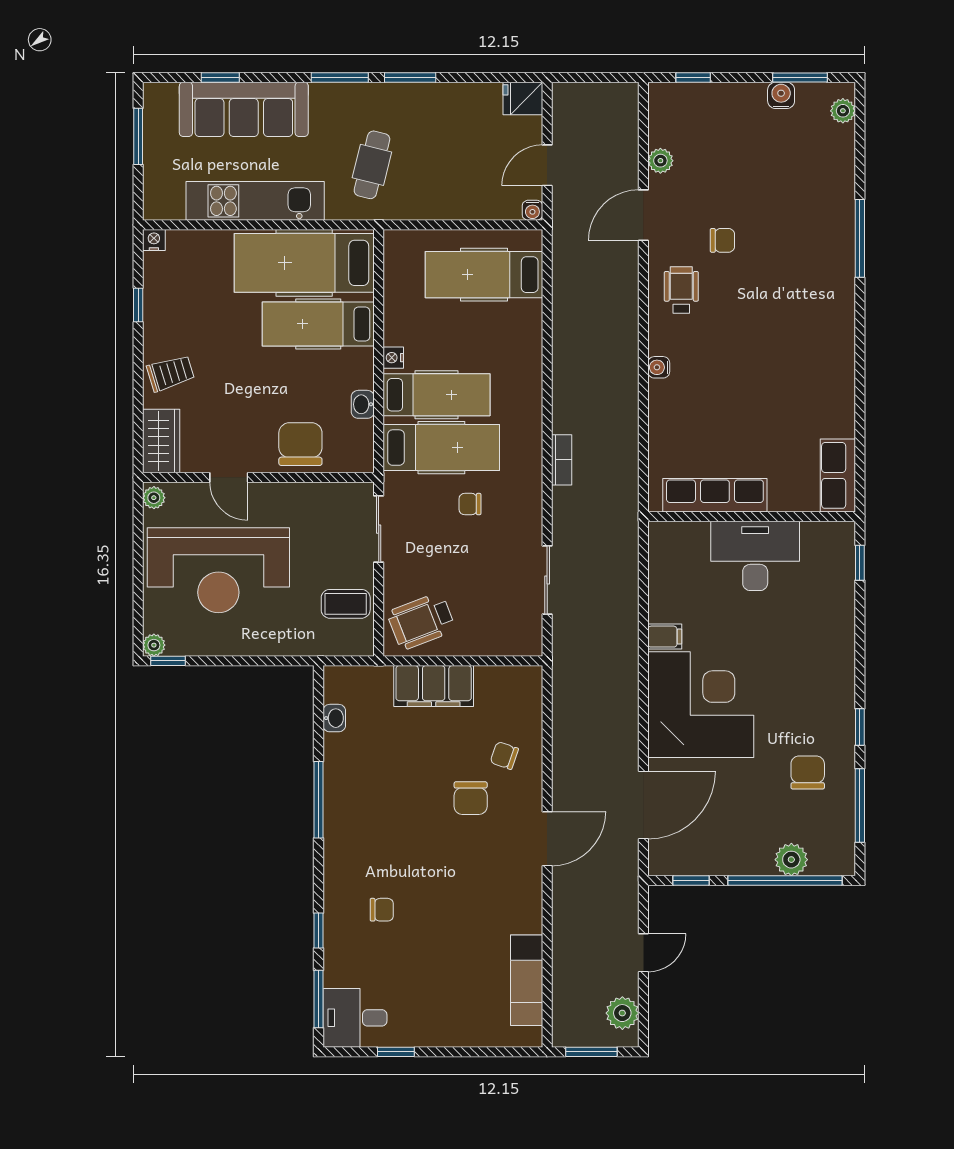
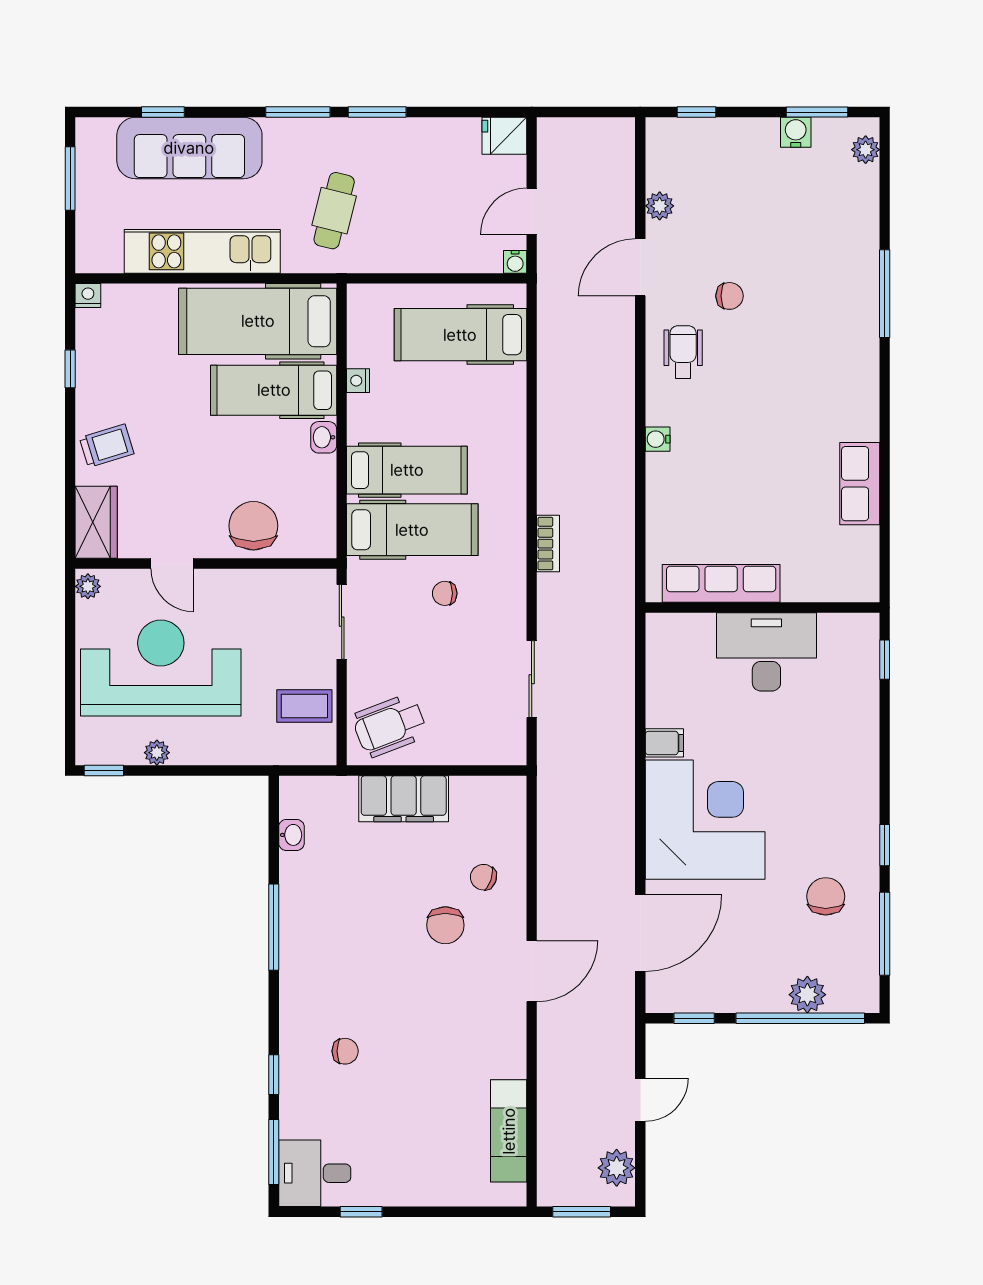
nightstand: (393, 358) -> (358, 381), moved
washbasin: (363, 404) -> (324, 437), moved
row of seats: (838, 475) -> (860, 484), moved
reception desk: (218, 570) -> (161, 668), turned 180
plant: (154, 645) -> (157, 753), moved

